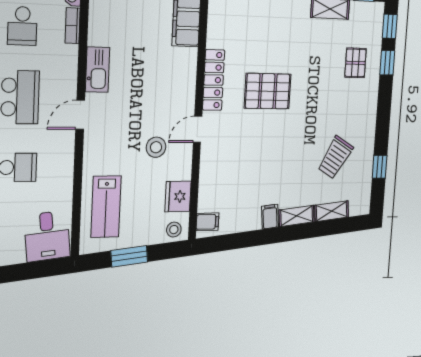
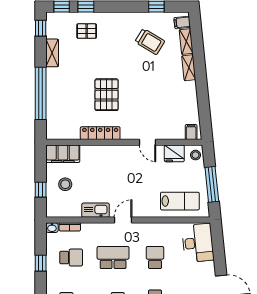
door: (80, 115) -> (123, 220), swing flipped
door: (198, 129) -> (147, 142), moved
stool: (156, 147) -> (65, 184), moved
filing cabinet: (270, 217) -> (182, 22), moved
desk: (47, 236) -> (198, 243), width x1.37
window: (129, 256) -> (212, 184), width x1.44

